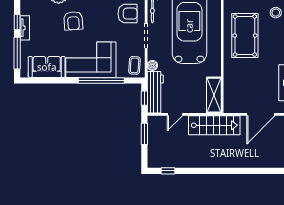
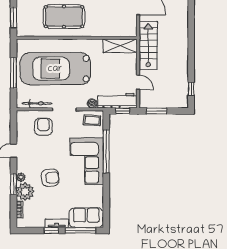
sofa: (47, 67) -> (86, 218), moved, turned 90

